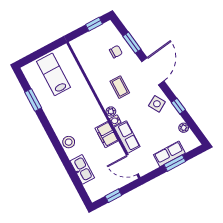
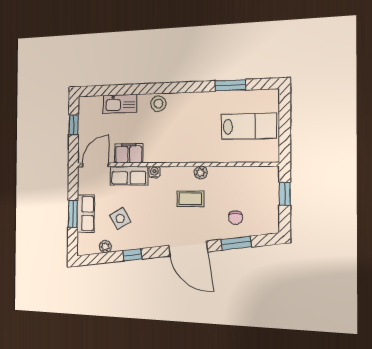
window: (94, 24) -> (285, 194), moved
side table: (157, 104) -> (120, 218), moved
plant: (111, 111) -> (201, 173), moved
filing cabinet: (107, 135) -> (129, 153), moved

